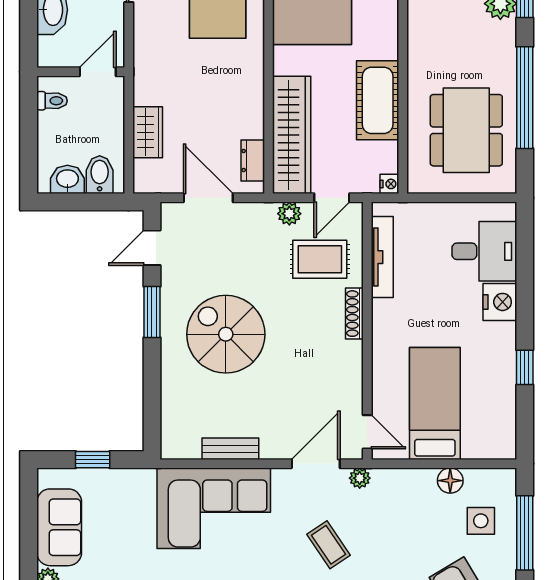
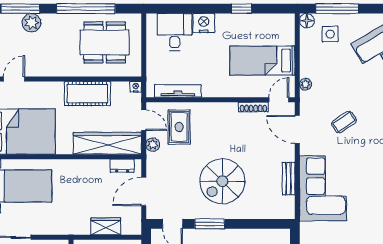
shoe rack: (354, 314) -> (253, 107), moved
plant: (360, 478) -> (305, 84), moved
floor lamp: (450, 481) -> (307, 21), moved

